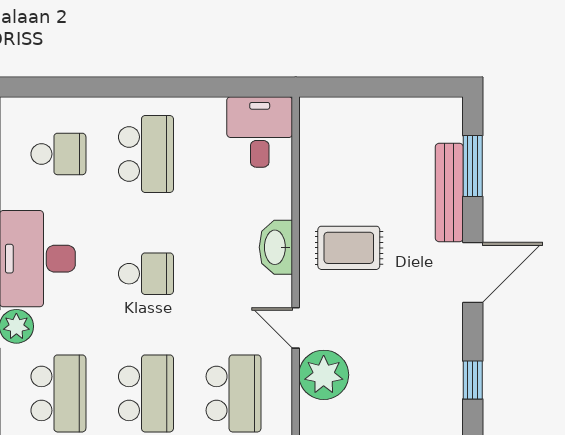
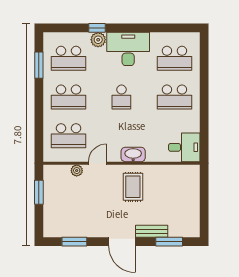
school desk: (58, 154) -> (174, 58), width x1.85
bench: (449, 193) -> (152, 231), width x0.73
plant: (324, 375) -> (77, 171), width x0.53, depth x0.53
window: (473, 380) -> (74, 242), width x1.50

